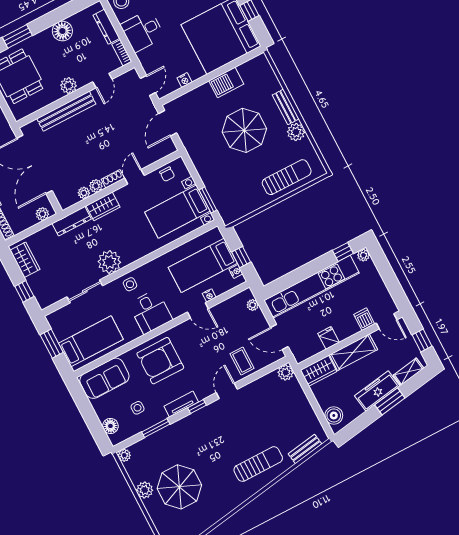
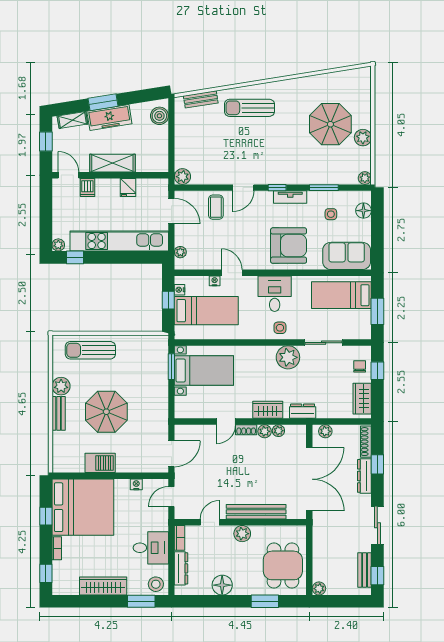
chair: (167, 174) -> (360, 366), moved
dresser: (72, 221) -> (303, 411), width x0.70
wardrobe: (318, 371) -> (152, 163), removed

